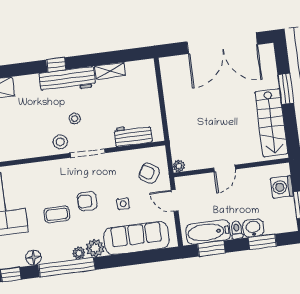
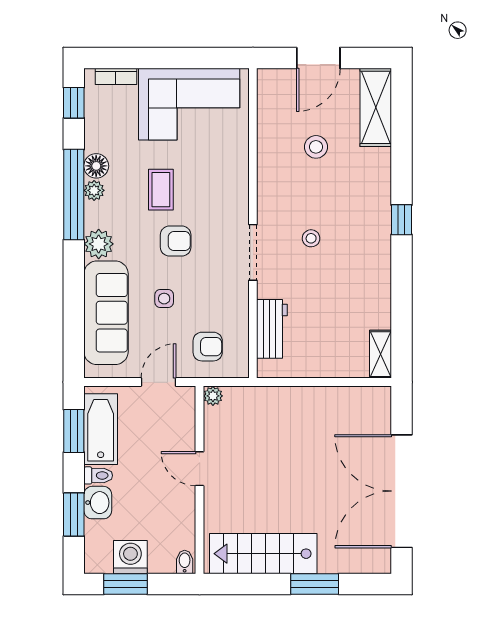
shelving: (110, 71) -> (381, 354), moved
workbench: (67, 80) -> (375, 235), removed
stool: (60, 142) -> (316, 147), moved
bidet: (283, 170) -> (185, 562), added
armchair: (149, 173) -> (208, 347), turned 59
washing machine: (282, 187) -> (130, 557), moved
armchair: (87, 201) -> (176, 241), turned 90
plant: (79, 253) -> (94, 190), moved
floor lamp: (34, 258) -> (96, 166), moved

